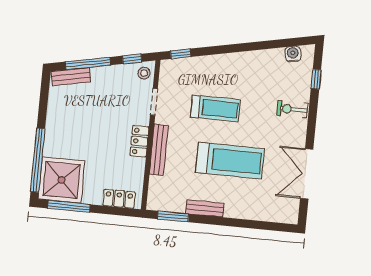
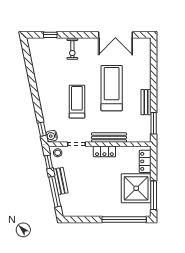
water cooler: (293, 54) -> (52, 136), moved
bench: (71, 77) -> (61, 181), moved
shower: (61, 180) -> (136, 188), moved

